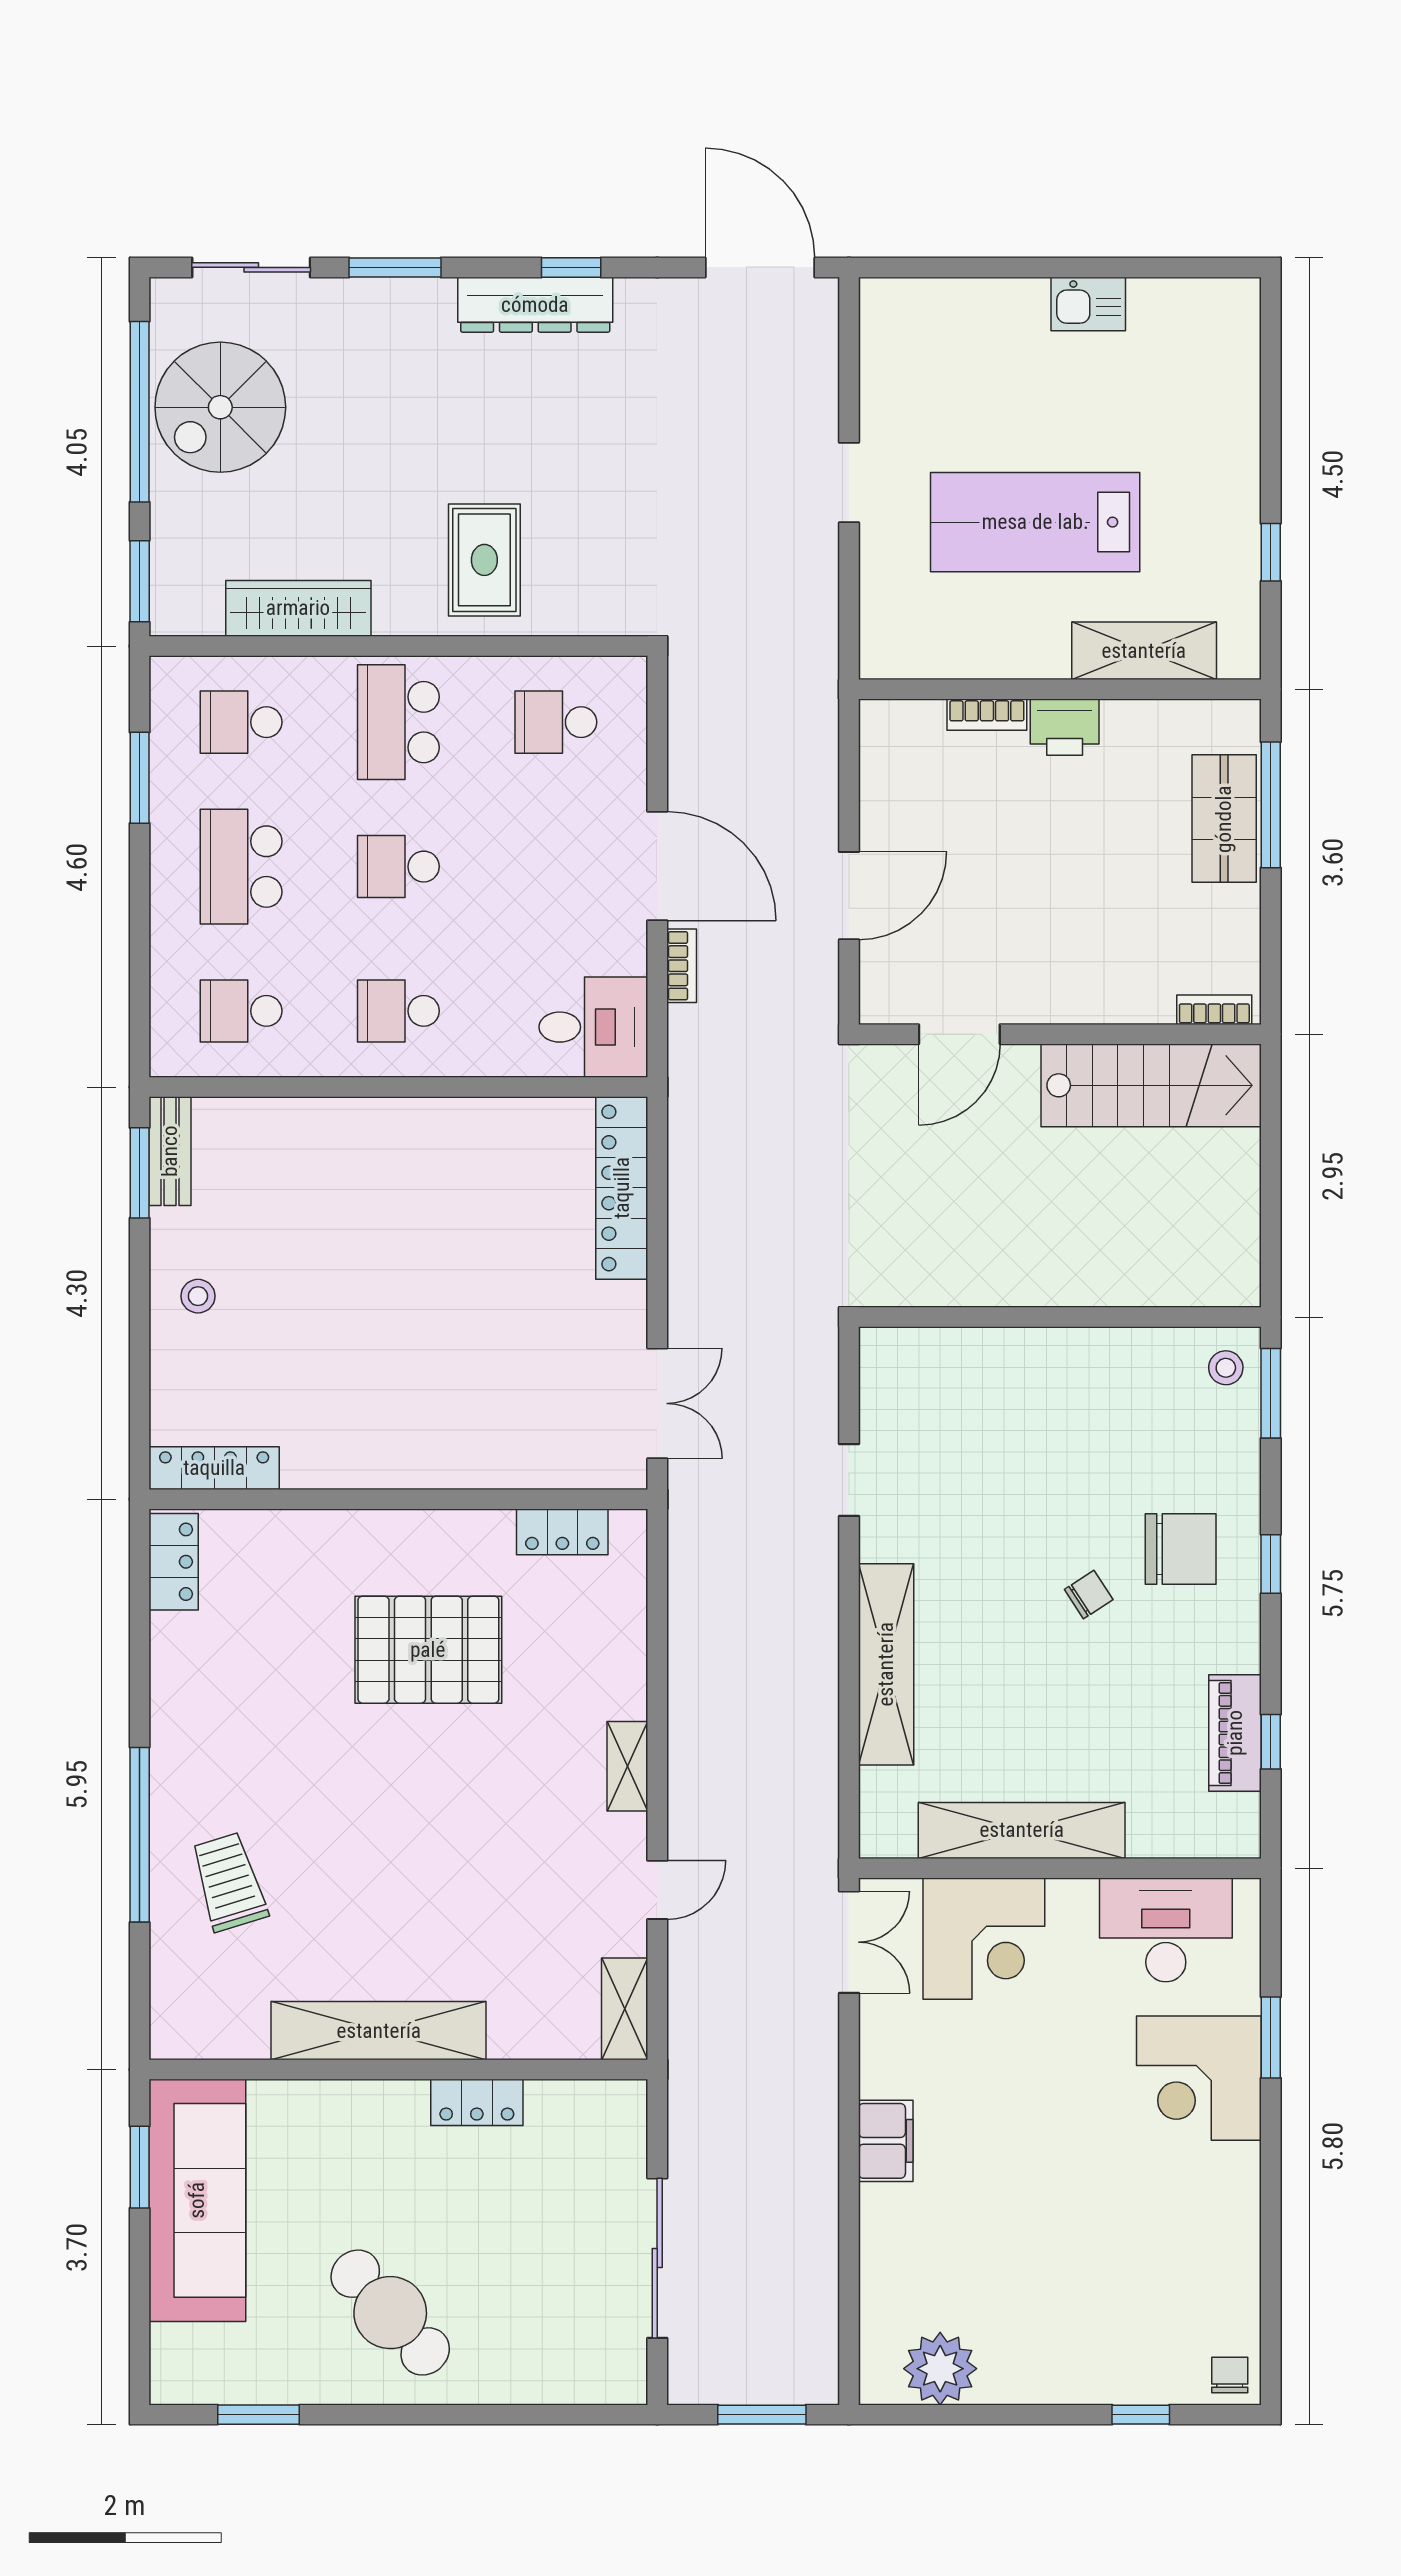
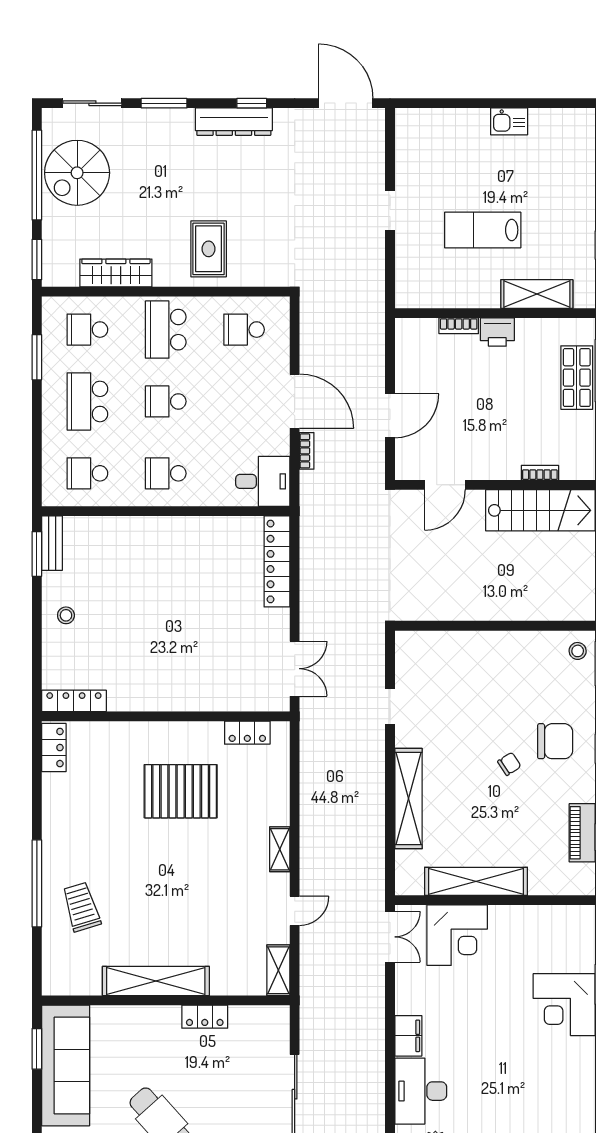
lab bench: (1035, 522) -> (483, 230), width x0.73, depth x0.72
bookcase: (1214, 1010) -> (540, 473), moved
desk: (1166, 1930) -> (421, 1091), moved, turned -90

